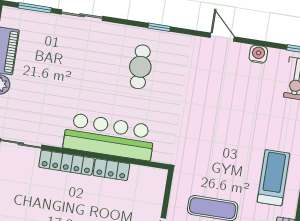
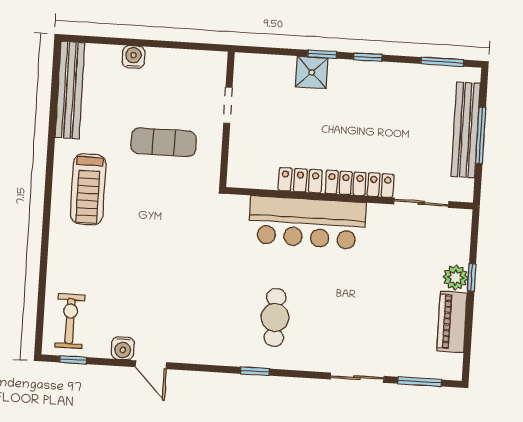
door: (222, 37) -> (151, 365), moved

